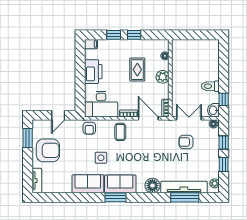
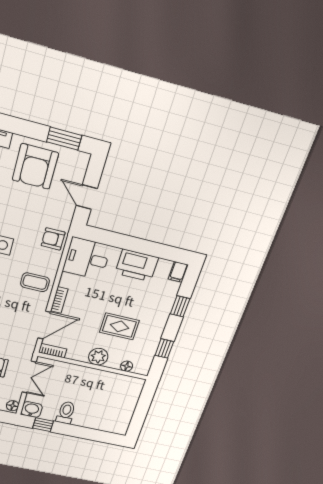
window: (134, 35) -> (164, 348), moved
desk: (101, 104) -> (87, 259), width x0.73

